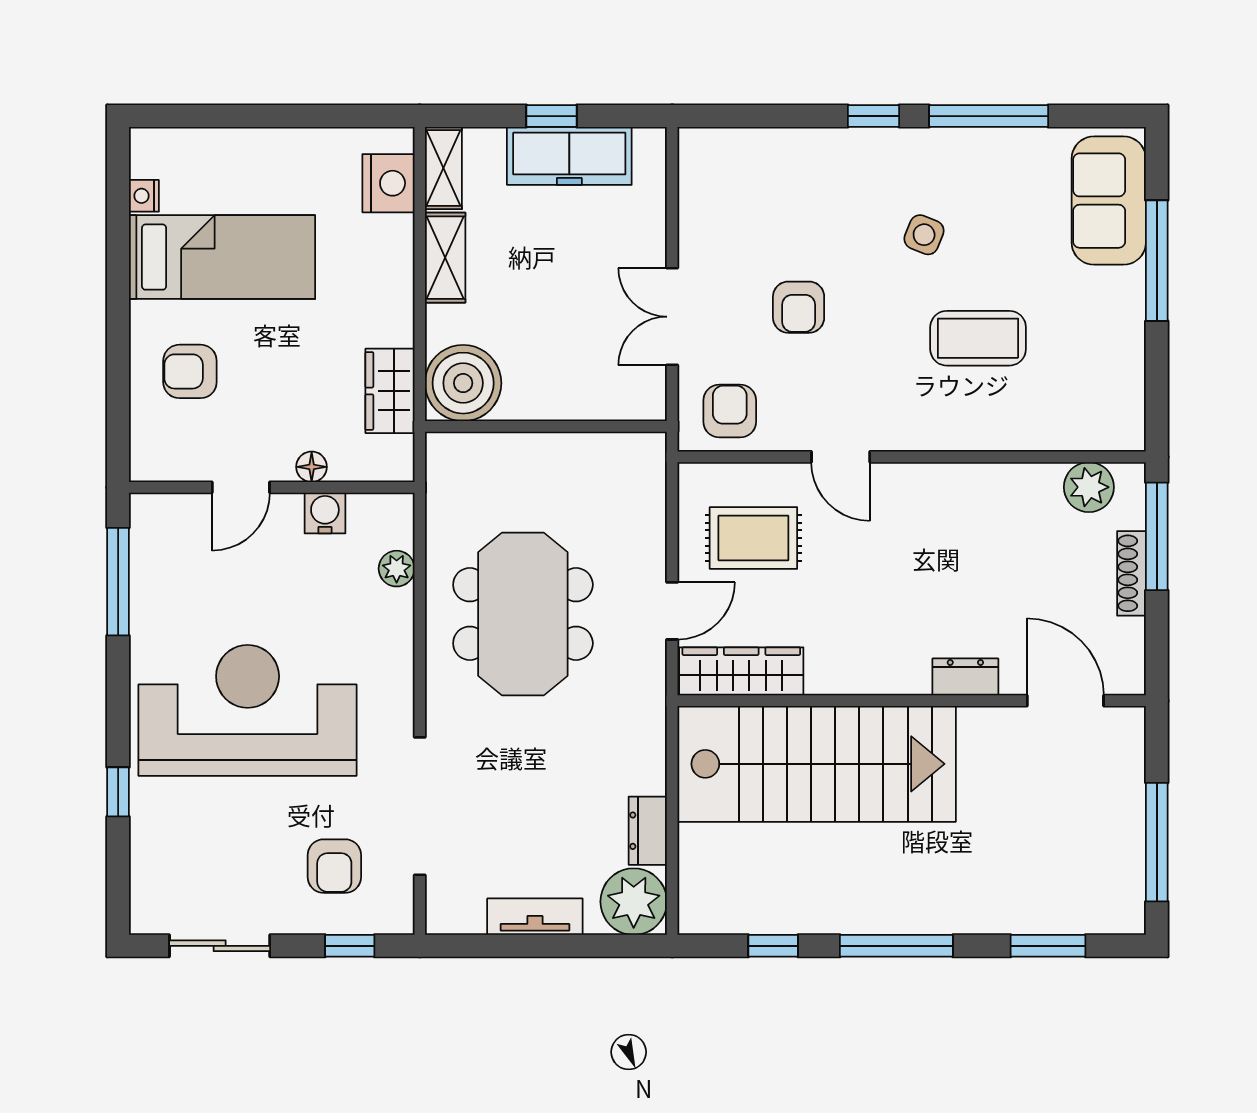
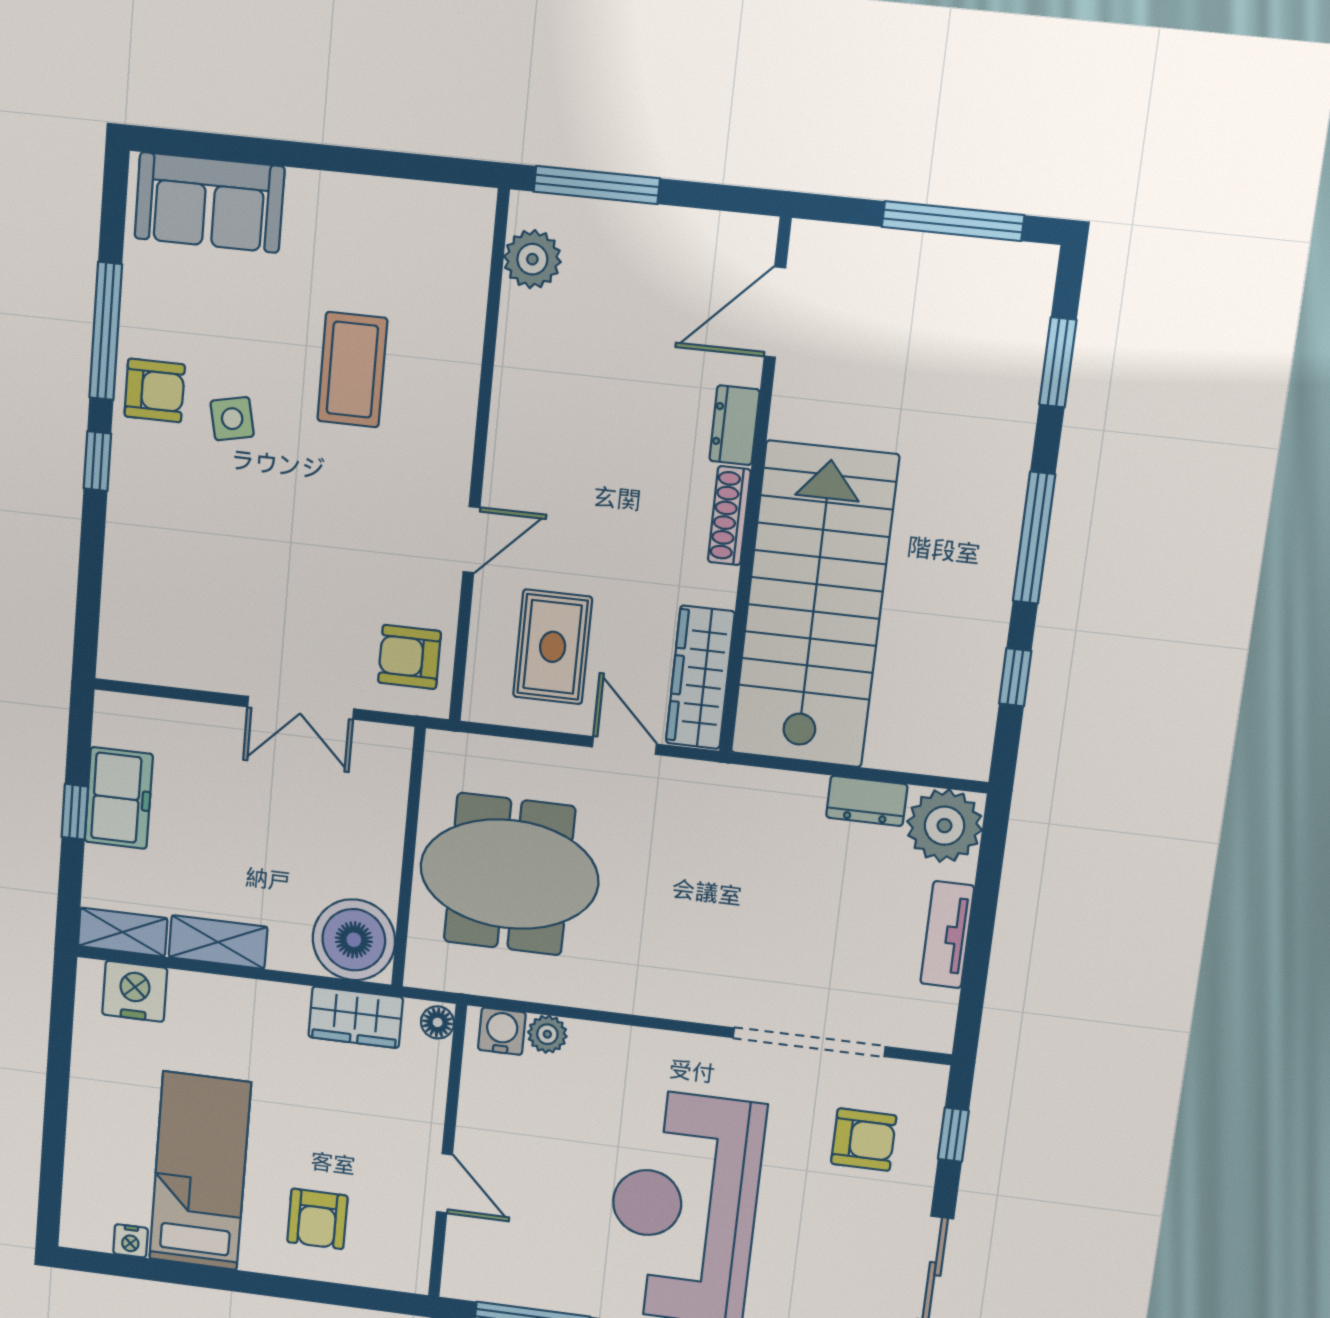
freezer: (569, 156) -> (119, 798), width x0.71
side table: (924, 235) -> (232, 419), turned -34
window: (1157, 261) -> (281, 153), removed
armchair: (799, 307) -> (155, 391), moved
floor lamp: (312, 467) -> (437, 1022), moved
water cooler: (325, 513) -> (502, 1031), moved, turned 90
shoe rack: (1131, 573) -> (729, 516), moved, turned 90
meeting table: (523, 614) -> (509, 874), moved

